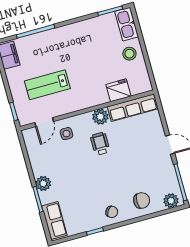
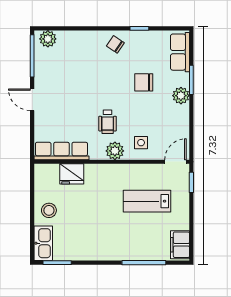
lab bench: (47, 85) -> (147, 201), turned 180
plant: (100, 117) -> (115, 151), moved
door: (44, 122) -> (176, 162), moved
chair: (142, 200) -> (144, 82), moved

